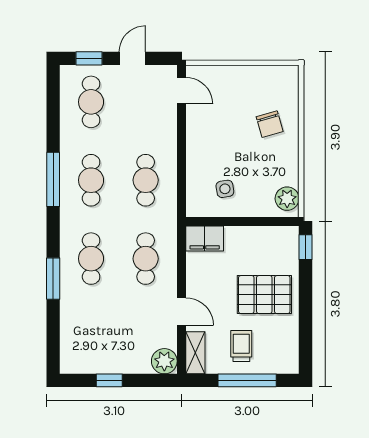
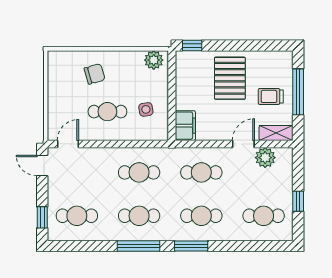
door: (132, 58) -> (42, 166), moved
cafe table: (222, 140) -> (107, 112), added
window: (53, 279) -> (191, 246), moved
cafe table: (91, 337) -> (264, 216), added
plant: (164, 361) -> (265, 158), moved

